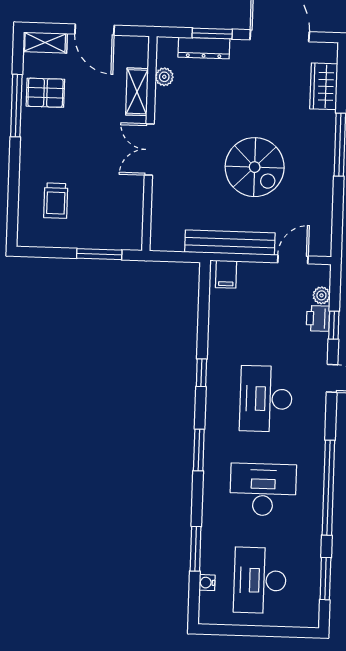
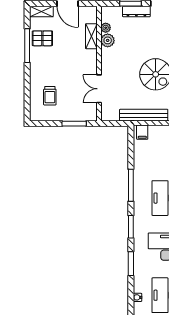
dresser: (204, 48) -> (136, 12), moved
plant: (167, 101) -> (108, 40), added
double door: (149, 149) -> (99, 89), moved
window: (201, 373) -> (131, 185), width x2.17
window: (196, 549) -> (131, 264), moved

